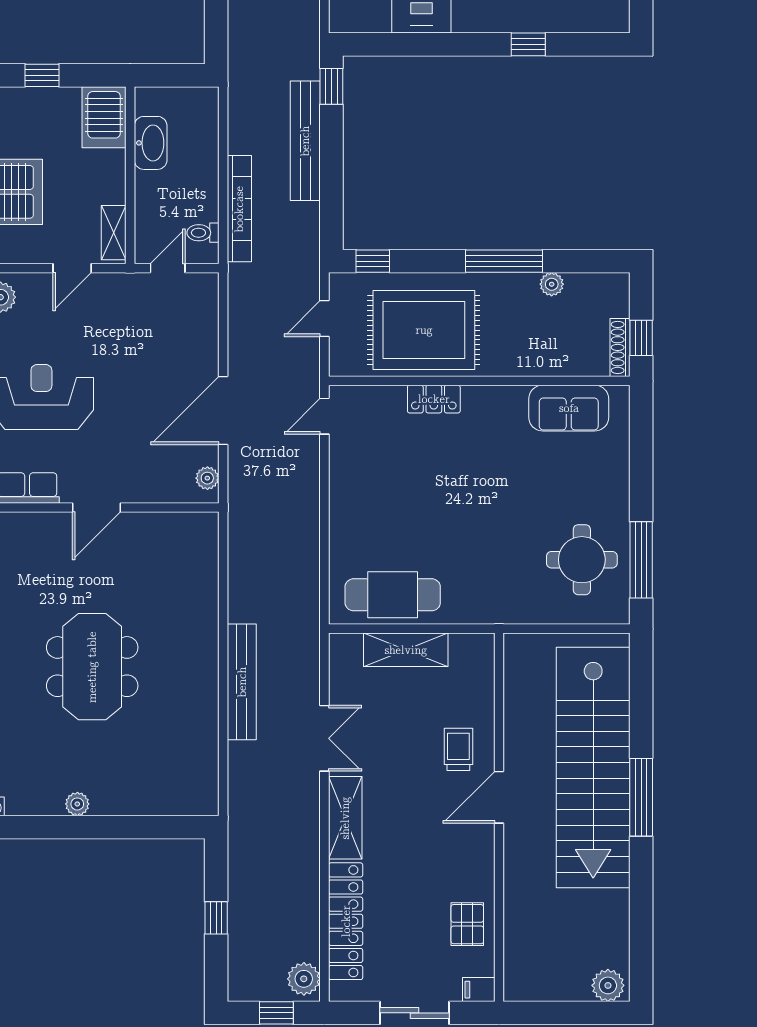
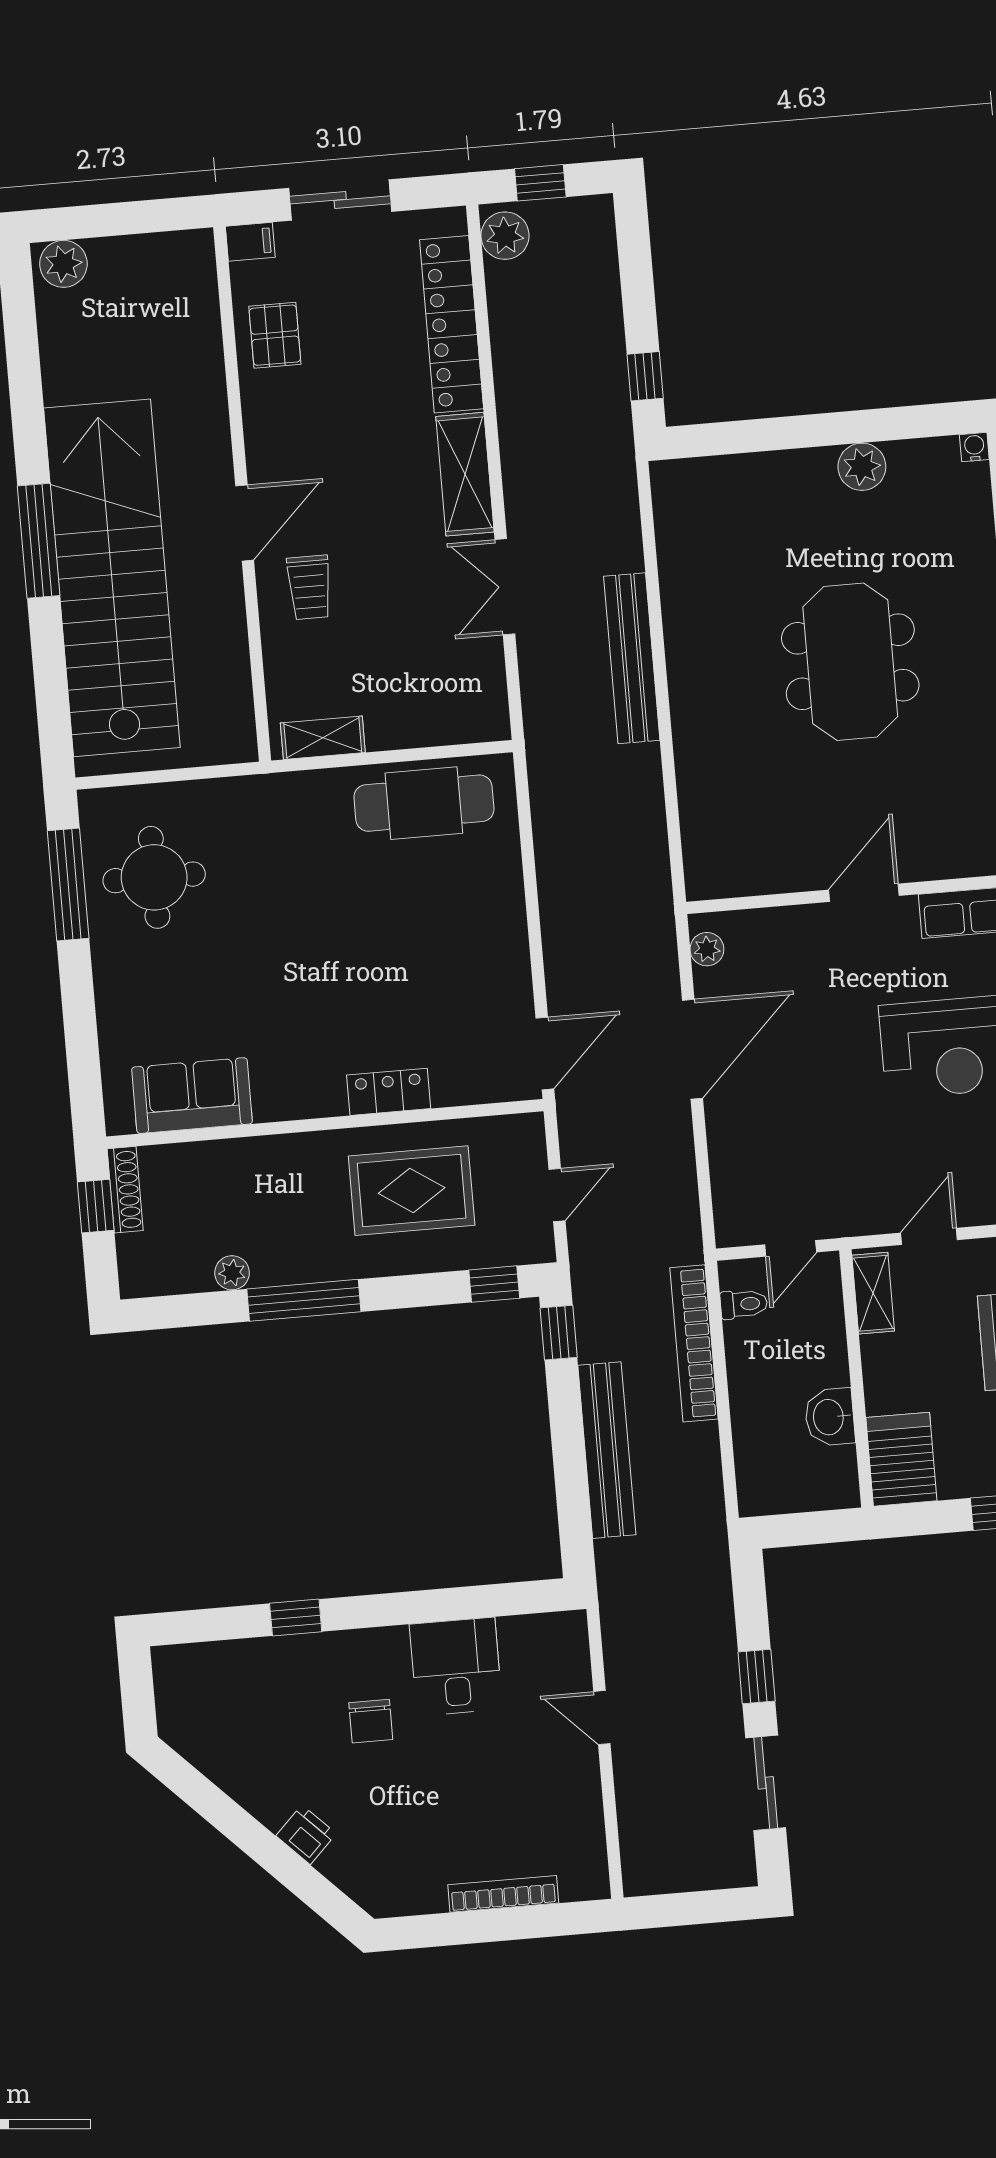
window: (331, 86) -> (559, 1333), moved
washbasin: (151, 143) -> (830, 1417), width x0.72
rug: (424, 330) -> (412, 1191), width x0.73, depth x0.69
door: (324, 416) -> (545, 1053), width x1.38
shelving: (406, 650) -> (323, 738), moved, width x0.67, depth x0.75
plant: (77, 804) -> (862, 467), width x1.38, depth x1.38
window: (216, 918) -> (645, 376), moved

